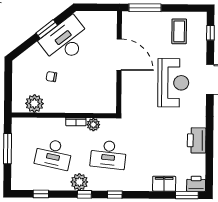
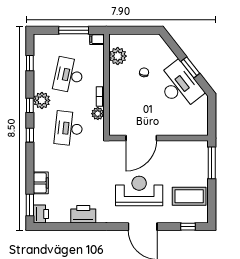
coffee table: (179, 31) -> (189, 196), width x1.36, depth x1.32
door: (119, 55) -> (141, 138), moved
reception desk: (173, 83) -> (139, 191), turned 180
filing cabinet: (17, 125) -> (97, 39), added

